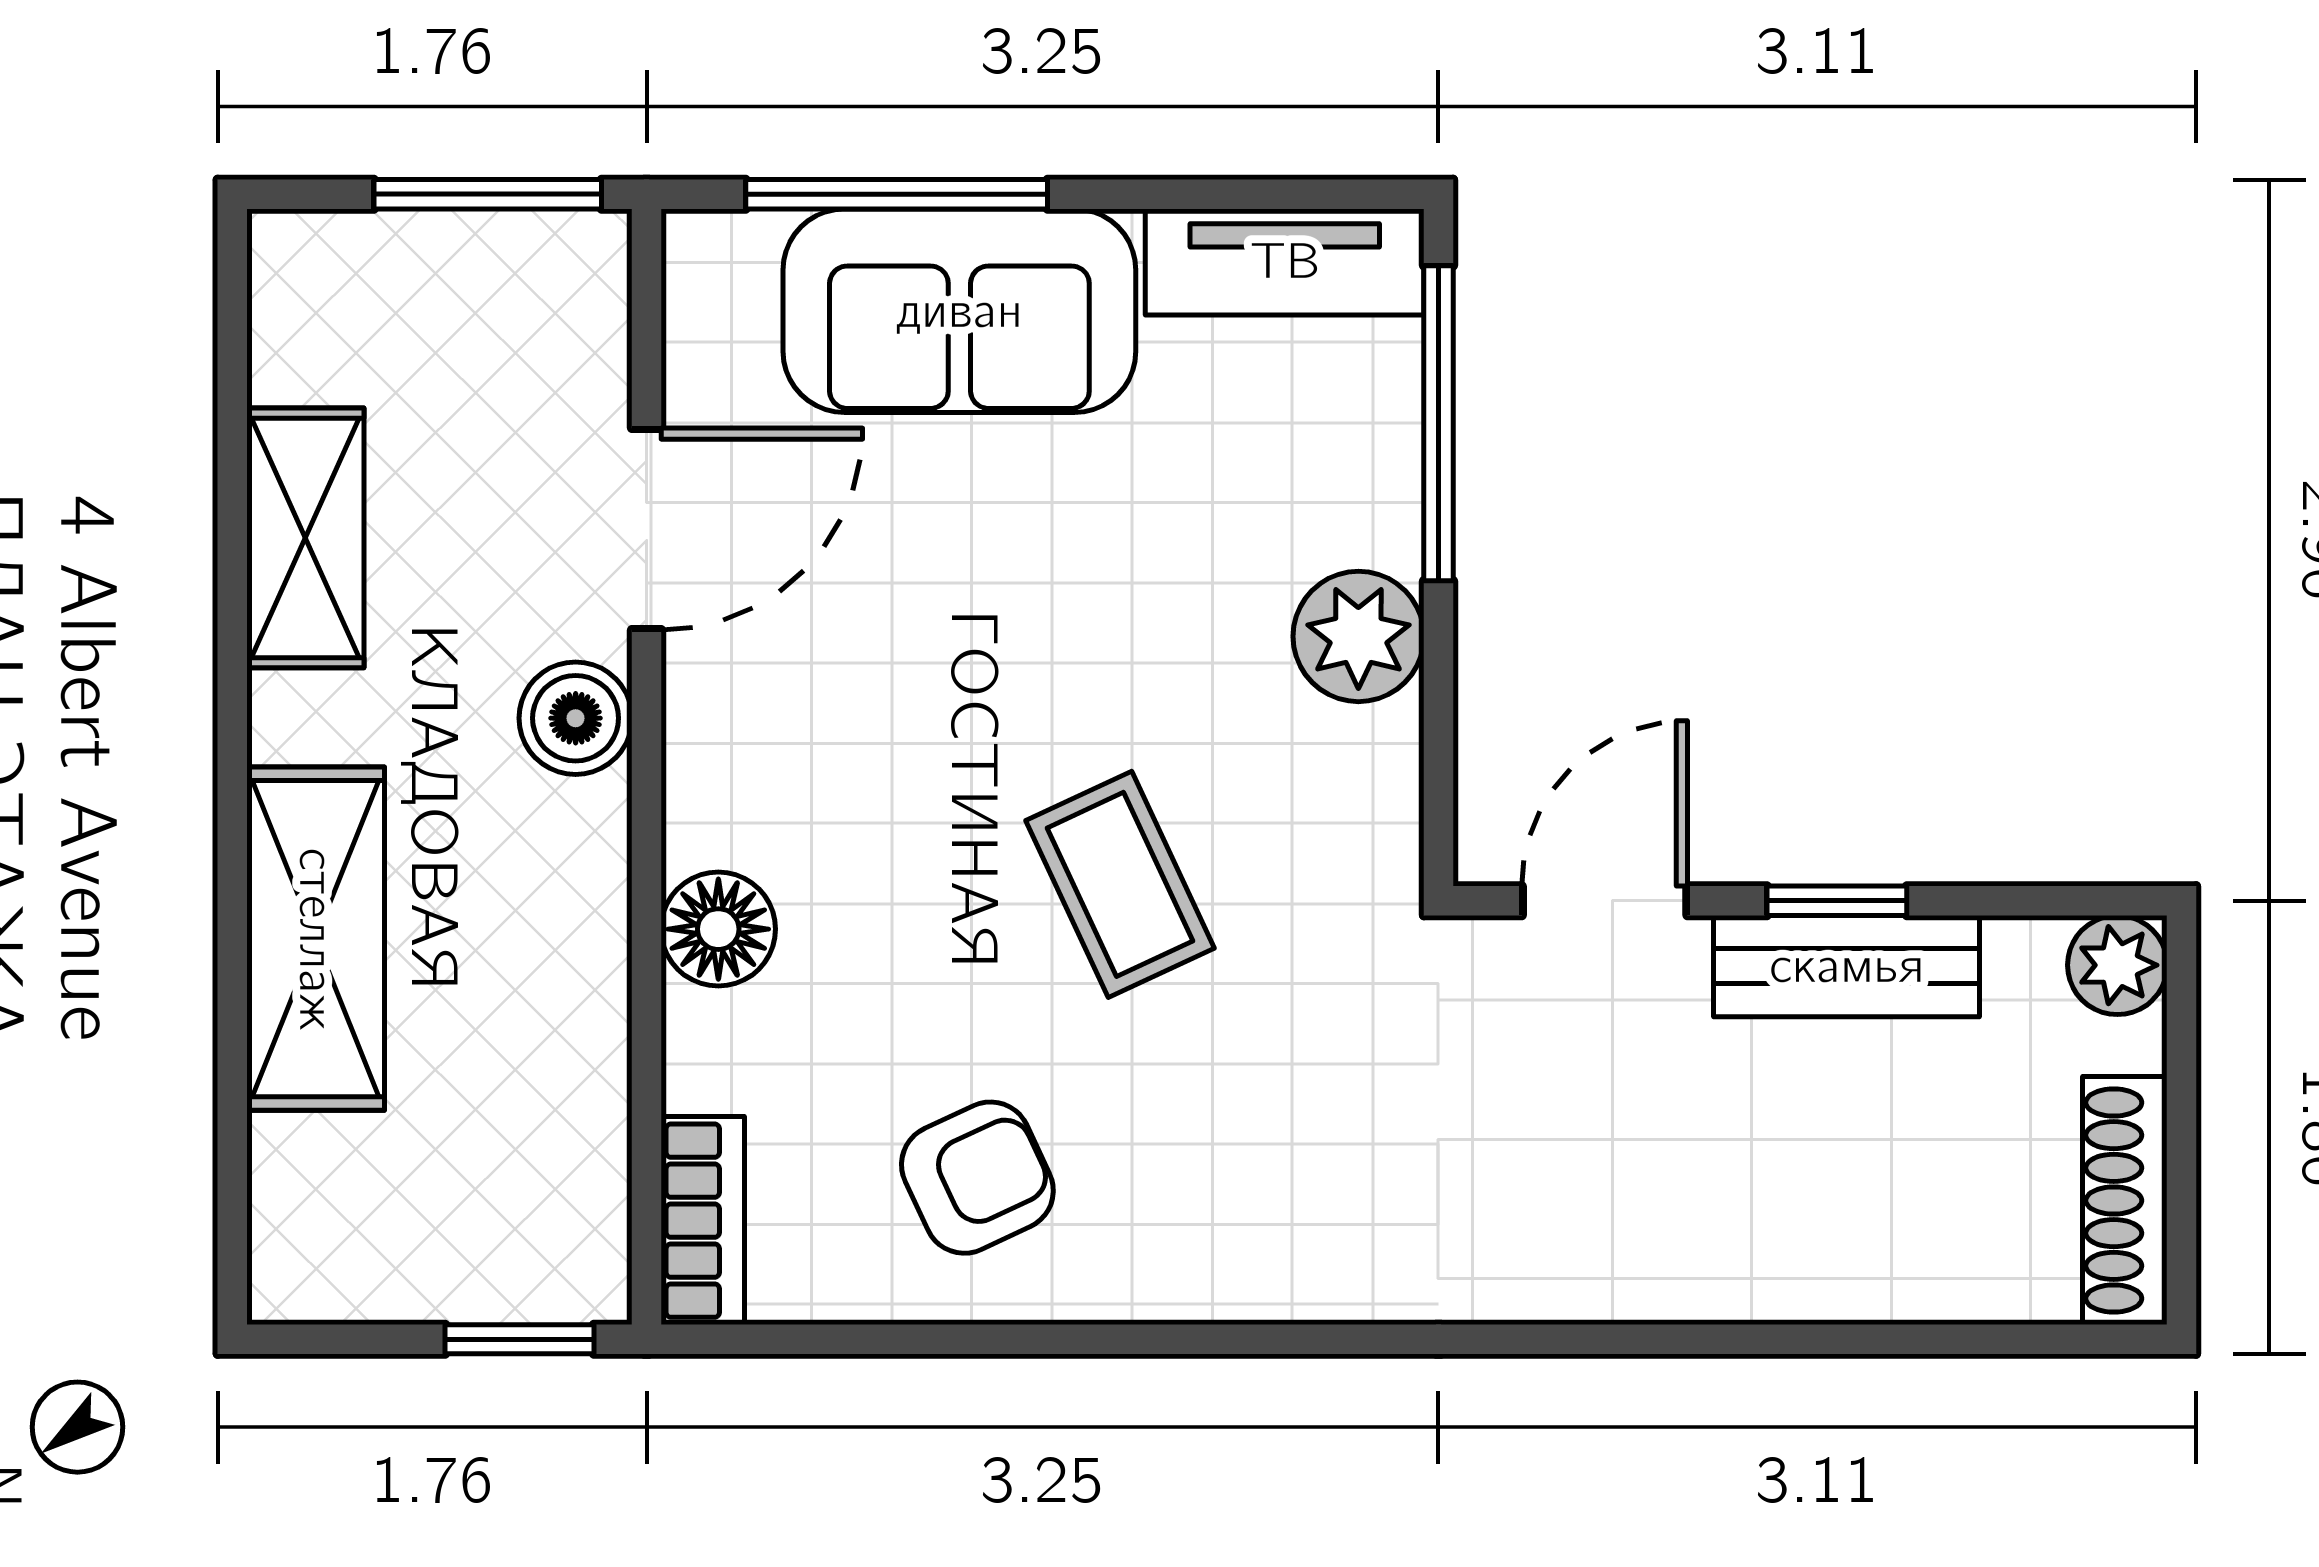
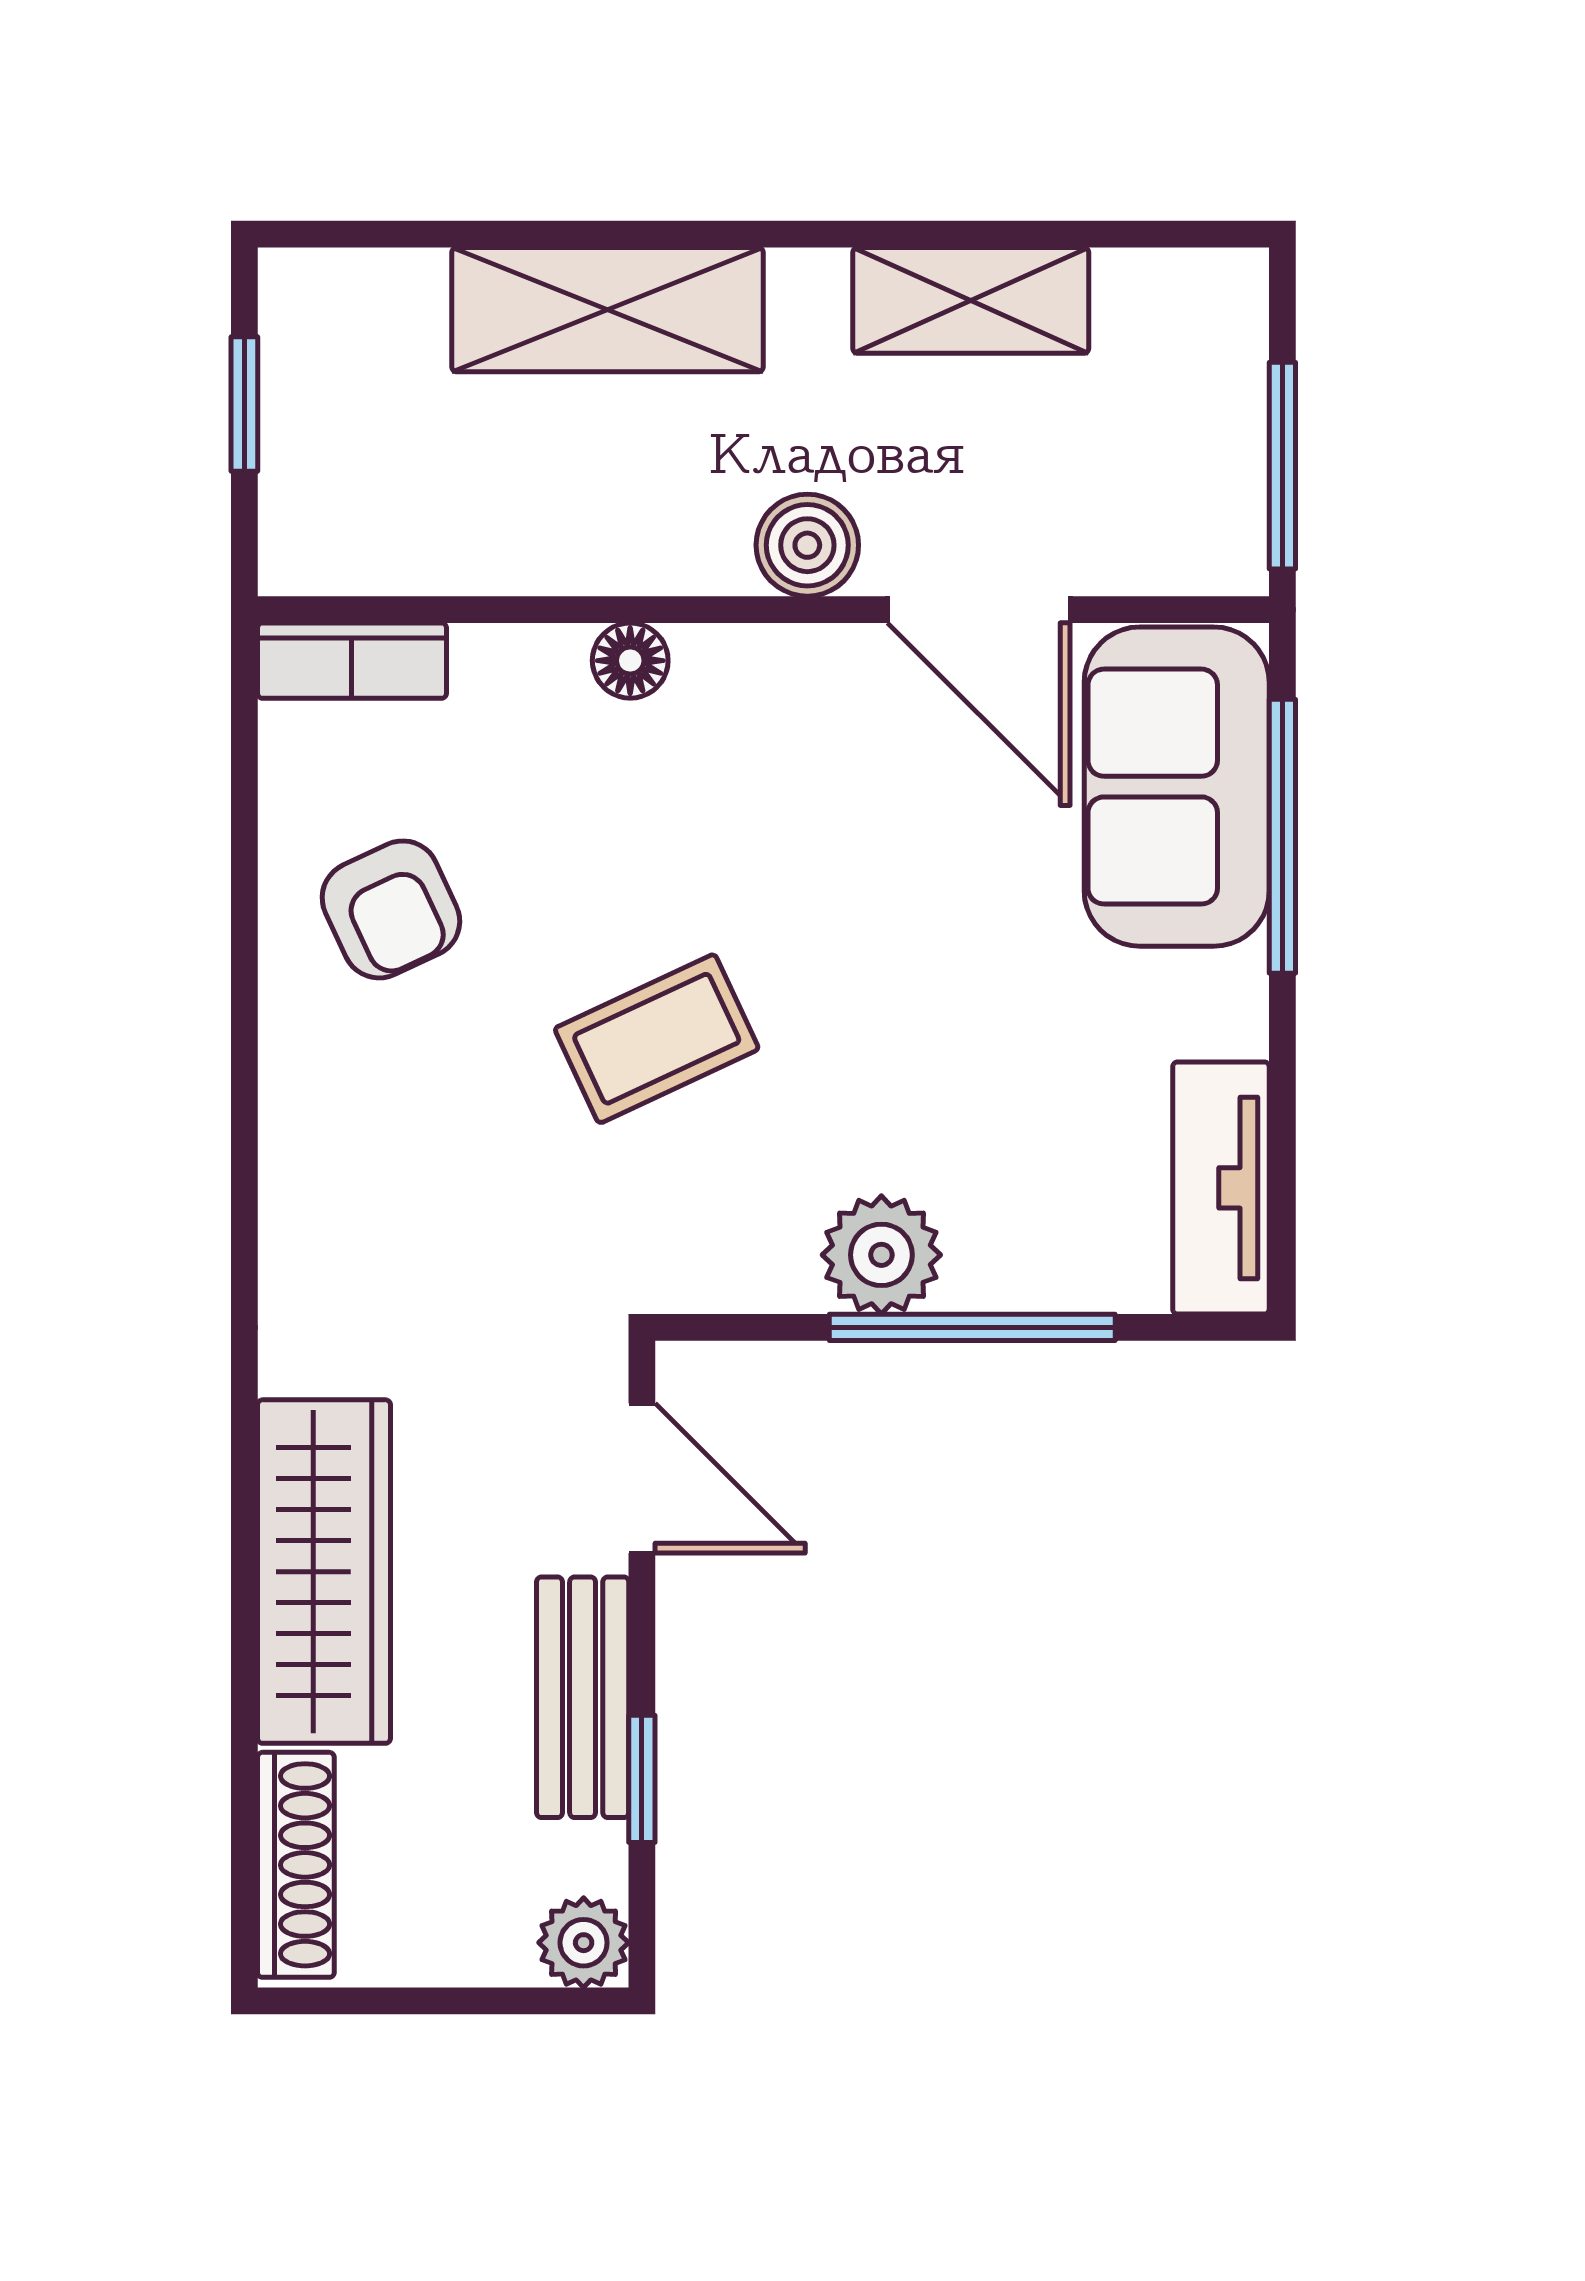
sofa: (959, 311) -> (1177, 787), moved
window: (1438, 423) -> (972, 1327), moved
window: (1837, 901) -> (642, 1779), moved
floor lamp: (718, 929) -> (630, 661), width x0.73, depth x0.73
shoe rack: (2125, 1201) -> (296, 1865), moved, turned 90
wardrobe: (1708, 1251) -> (324, 1572), added
window: (519, 1339) -> (244, 404), moved

